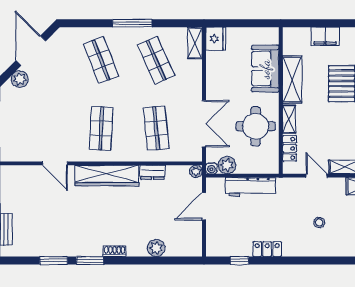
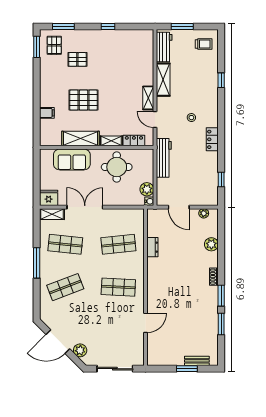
filing cabinet: (325, 36) -> (47, 113), width x0.50
shop shelf: (156, 60) -> (65, 244), turned 30
double door: (204, 124) -> (85, 207), moved
plant: (196, 171) -> (204, 213), moved
wardrobe: (107, 176) -> (155, 283), removed
door: (317, 176) -> (155, 120), hinge flipped
workbench: (250, 187) -> (164, 158), moved
locker: (267, 249) -> (212, 139), moved

